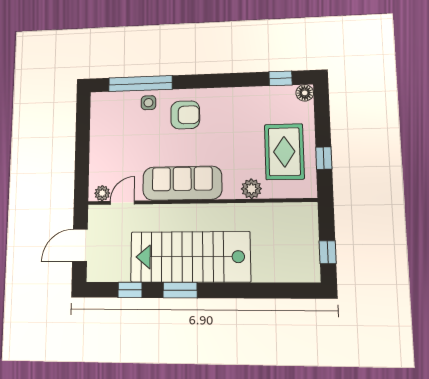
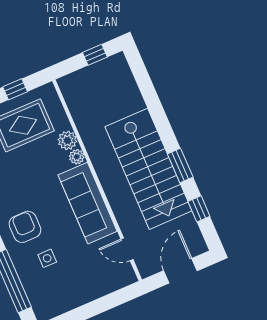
side table: (148, 103) -> (47, 258), moved
plant: (102, 193) -> (77, 157), moved
door: (80, 245) -> (180, 271), swing flipped

